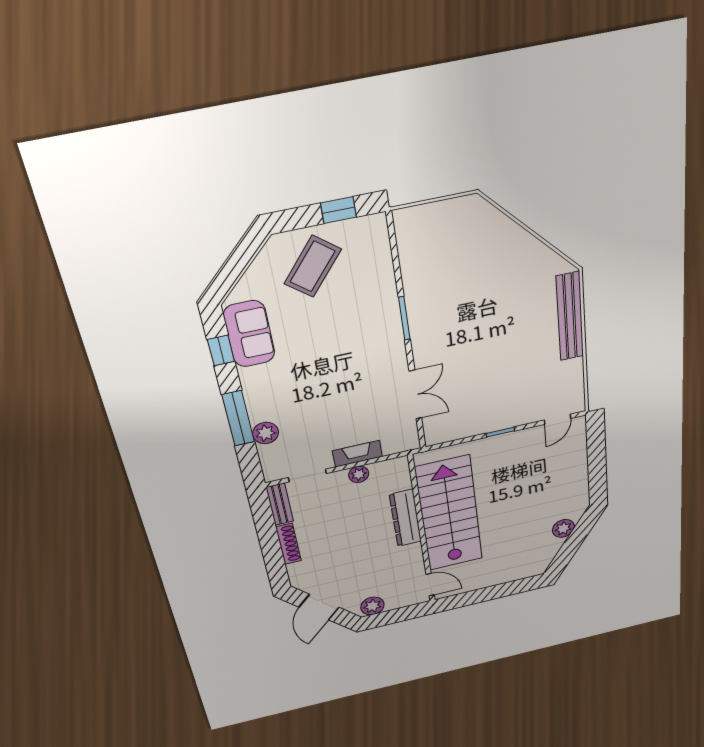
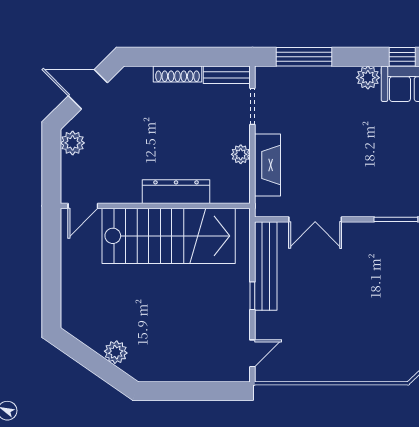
bench: (570, 317) -> (266, 266), moved, turned 90
window: (238, 418) -> (304, 57), moved
door: (558, 419) -> (252, 353), swing flipped
plant: (266, 433) -> (368, 78), moved
fireplace: (357, 454) -> (267, 165), width x1.37, depth x1.32

